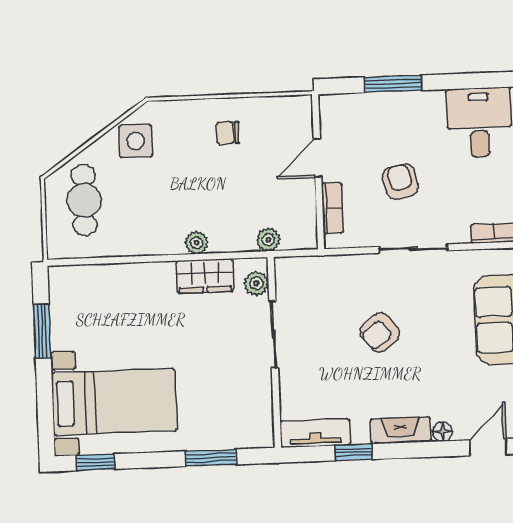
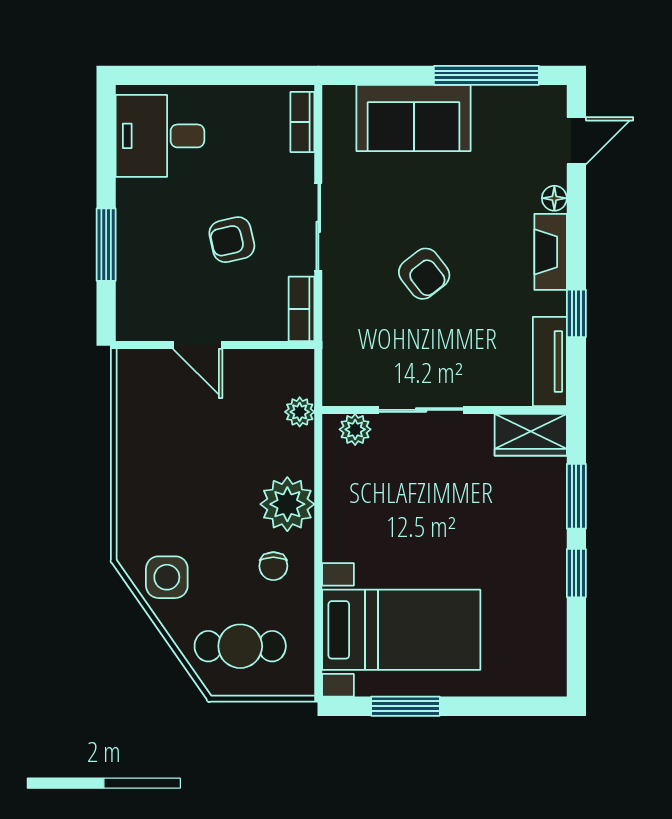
chair: (228, 133) -> (273, 566), moved
bookcase: (333, 208) -> (302, 309), moved, turned -90
plant: (197, 243) -> (287, 504), width x1.88, depth x1.88
wardrobe: (205, 276) -> (531, 435), moved, turned 90
bed with nightstands: (114, 402) -> (401, 630), moved, turned 90
door: (488, 447) -> (576, 141), swing flipped
window: (96, 462) -> (576, 573), moved

